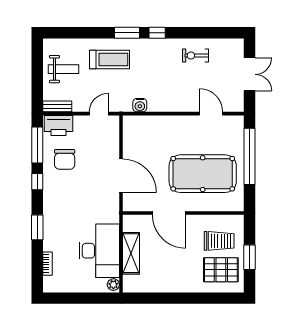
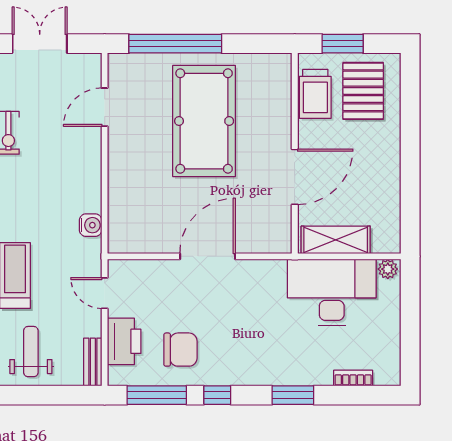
printer: (58, 125) -> (124, 341), moved
door: (169, 213) -> (295, 177), moved
wall: (183, 213) -> (295, 153), moved
trolley: (219, 241) -> (315, 94), turned 180

